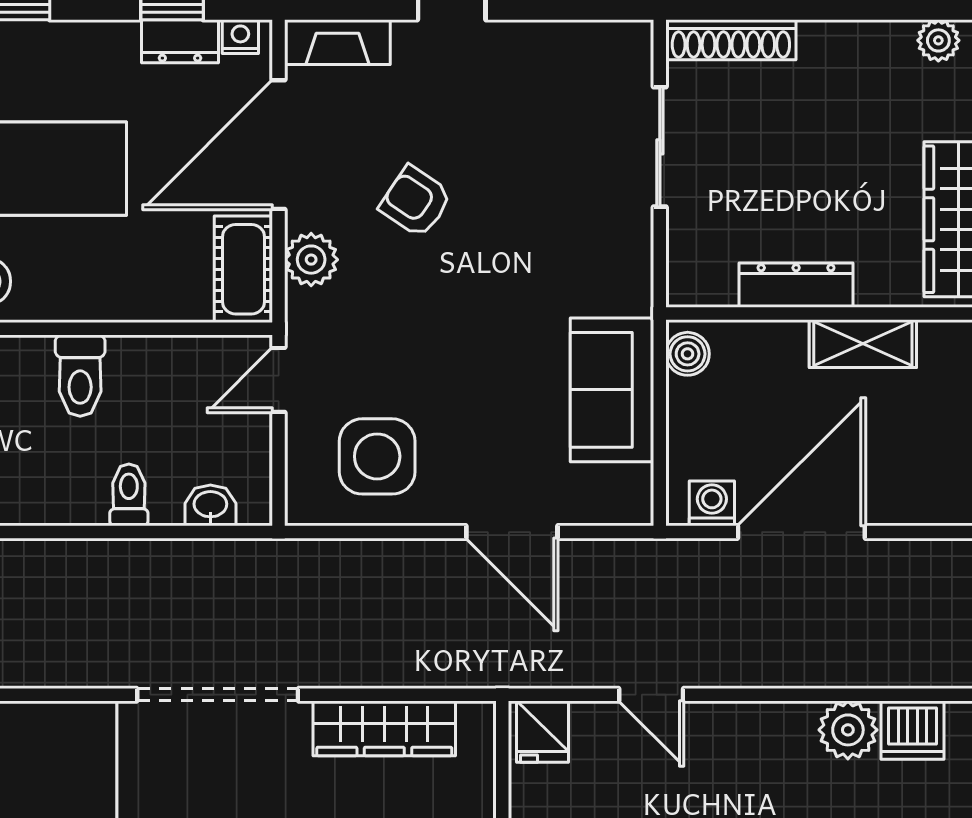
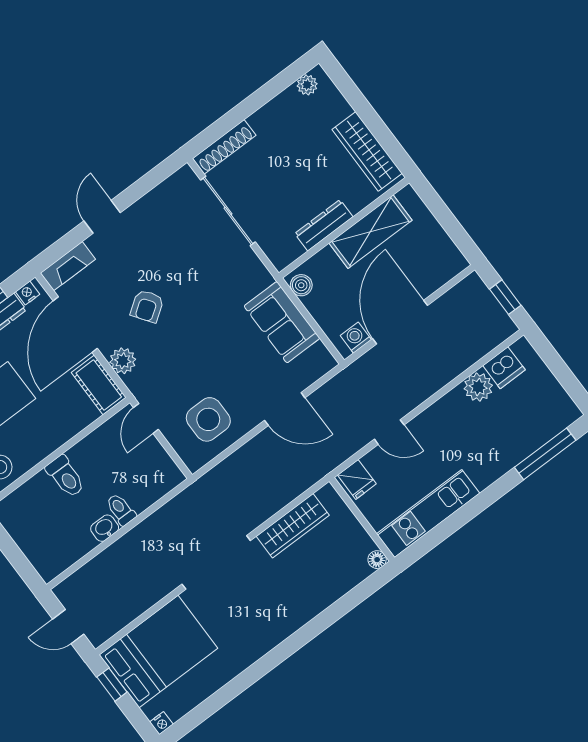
sliding door: (660, 147) -> (228, 211), width x1.37
armchair: (416, 202) -> (147, 306), turned -69
shelving: (863, 344) -> (370, 232), width x1.50, depth x1.33
washbasin: (210, 505) -> (105, 528), moved

